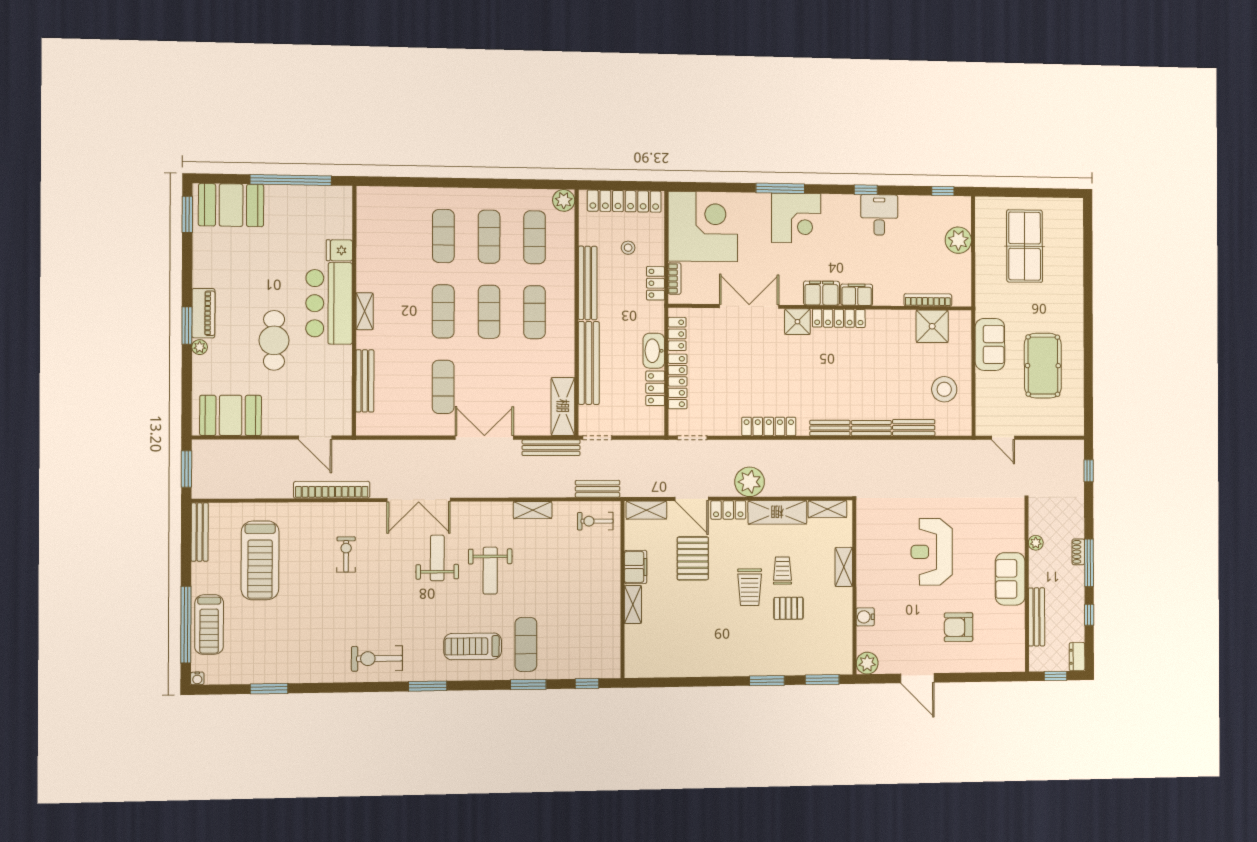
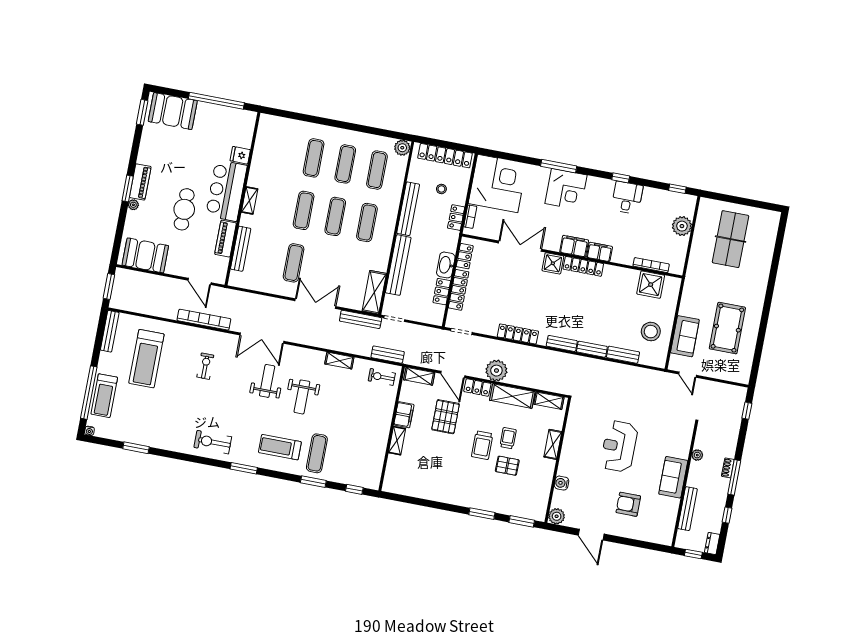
sofa: (990, 344) -> (685, 336), moved
piano: (341, 371) -> (226, 239), added

